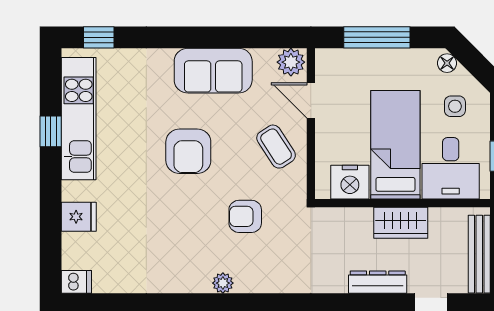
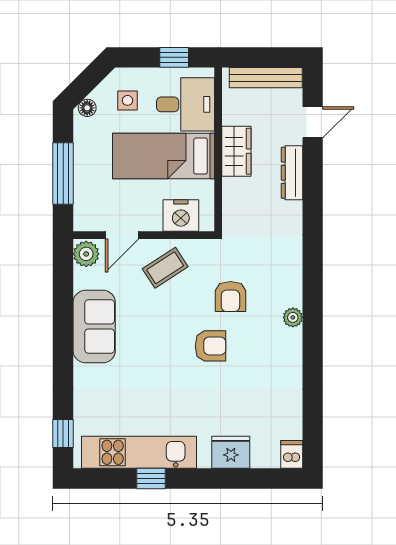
armchair: (188, 151) -> (211, 346), moved, width x0.72, depth x0.72
nightstand: (350, 182) -> (181, 215), moved, turned 90
fridge: (79, 217) -> (231, 452), width x1.38

